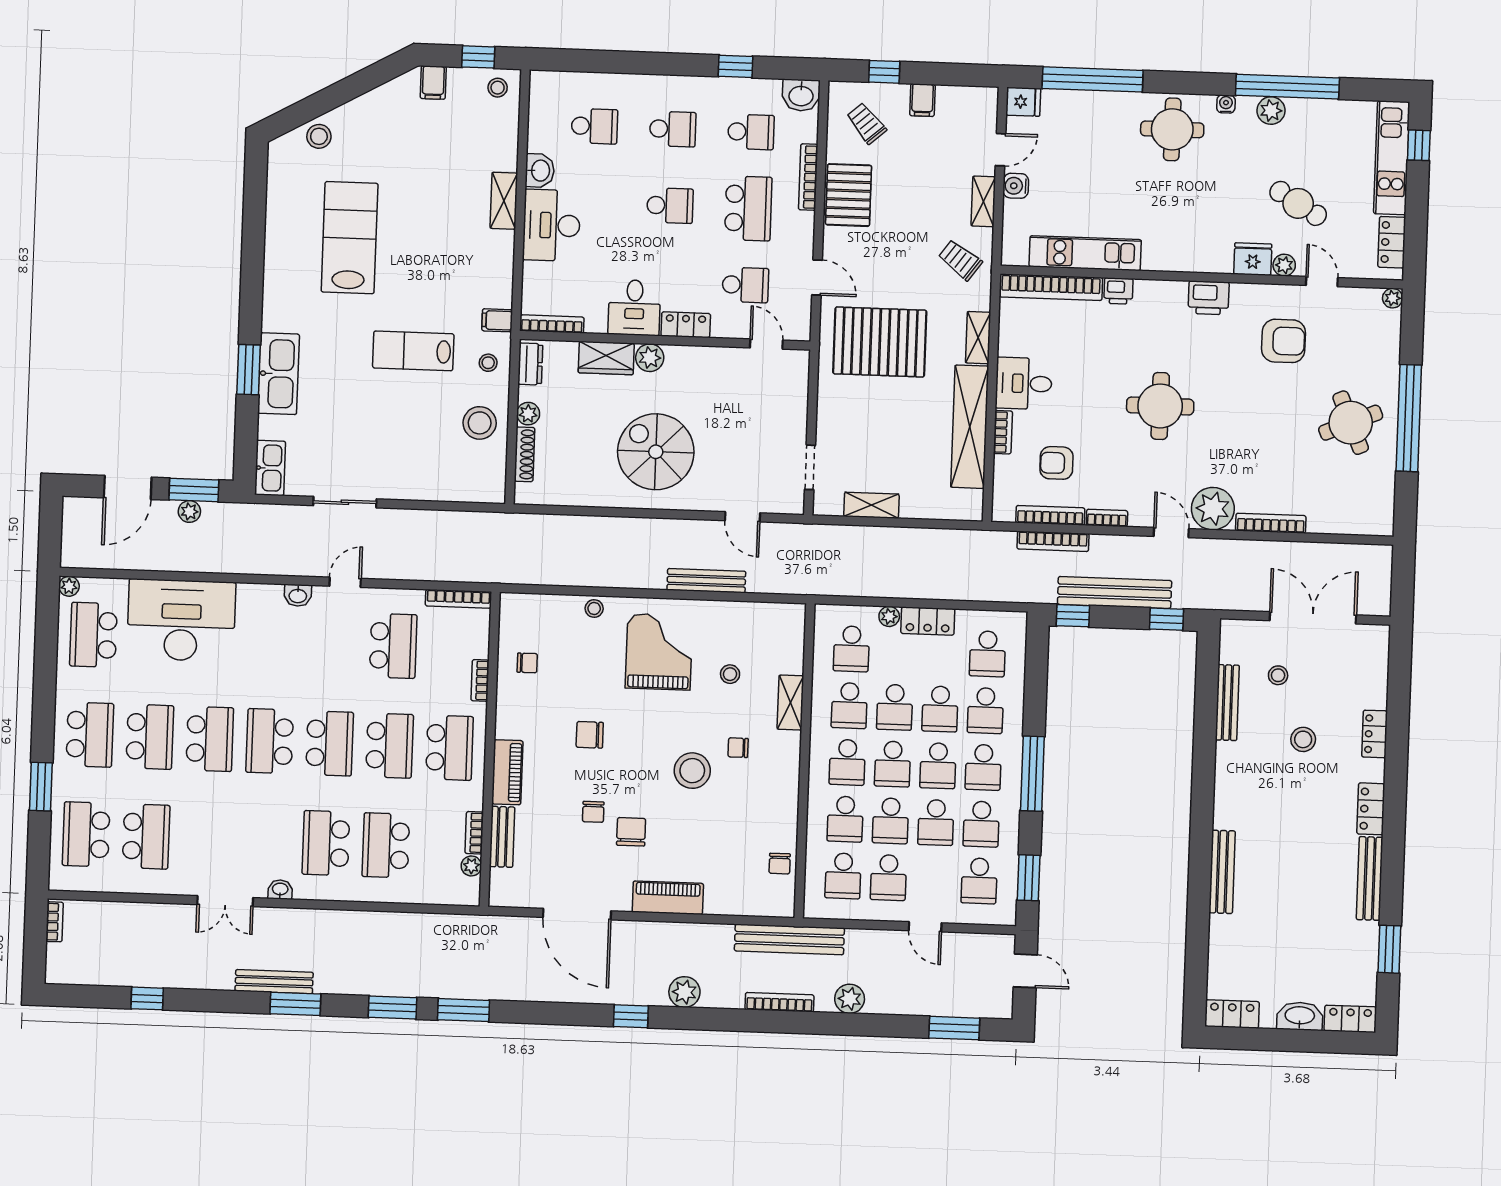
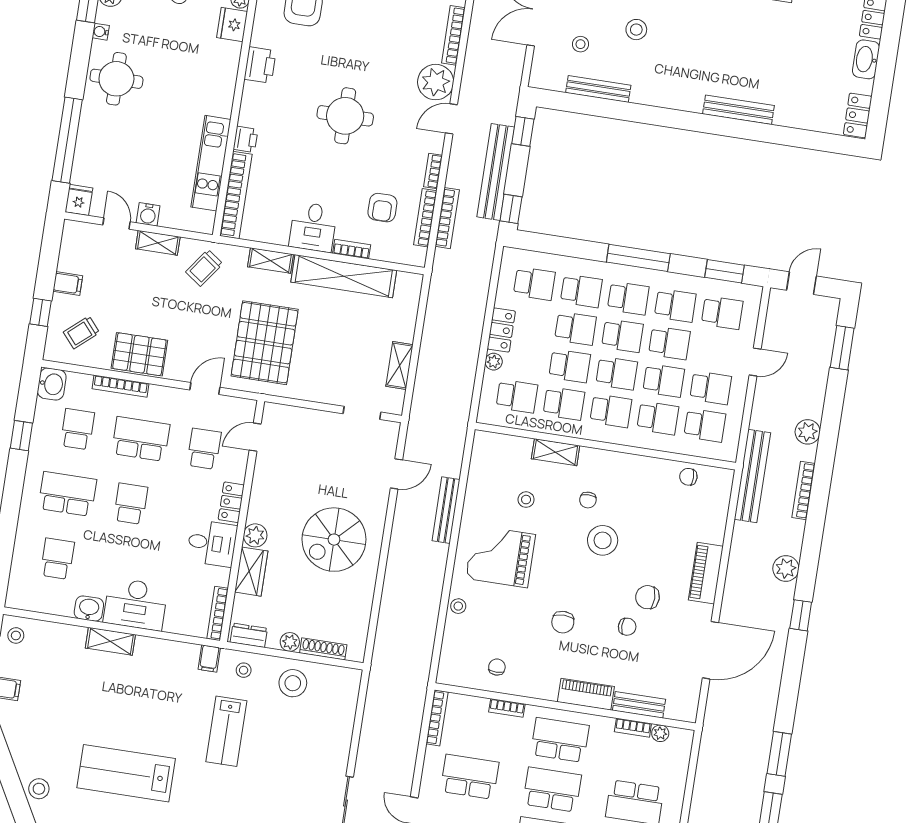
school desk: (673, 129) -> (67, 494), width x1.85
chair: (780, 864) -> (688, 477), turned 180

